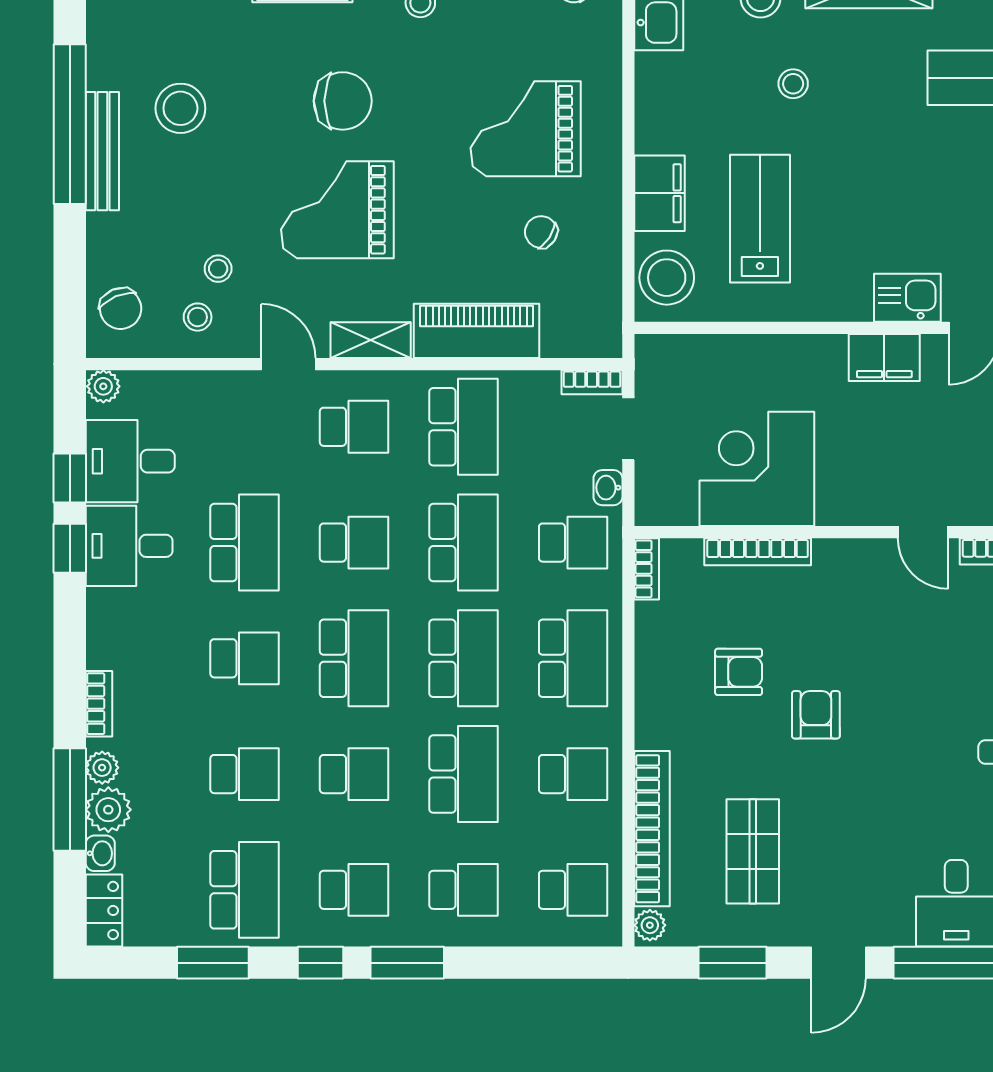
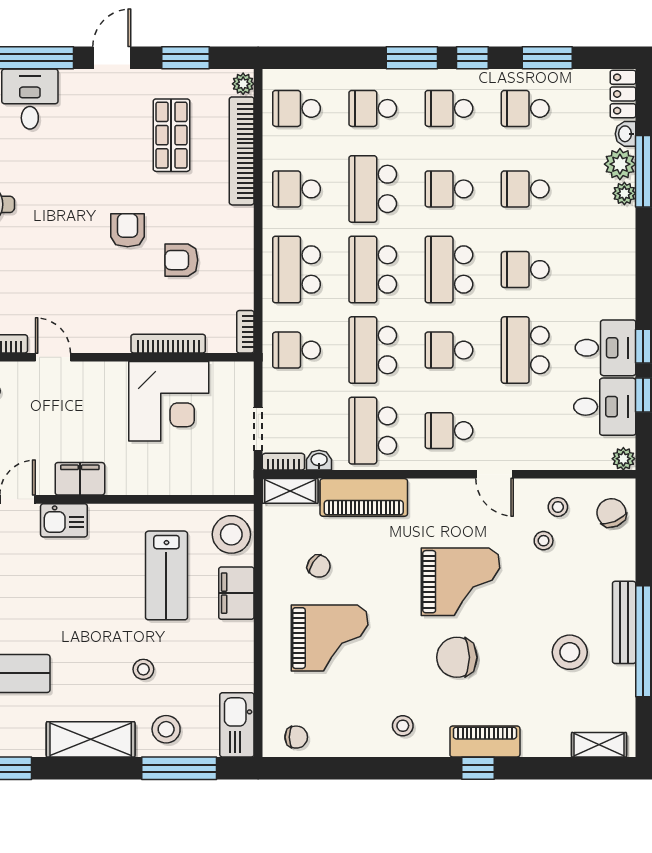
shelving: (371, 340) -> (290, 491), moved
washbasin: (608, 488) -> (319, 460), moved, turned -90
bookcase: (99, 704) -> (626, 238), removed
armchair: (816, 715) -> (128, 230), turned 180
school desk: (244, 890) -> (525, 108), width x0.54

